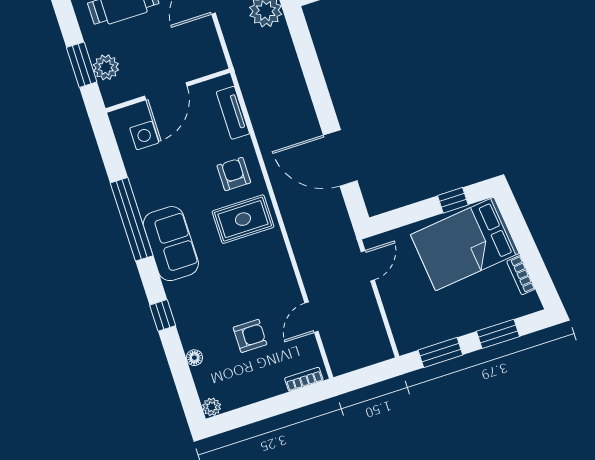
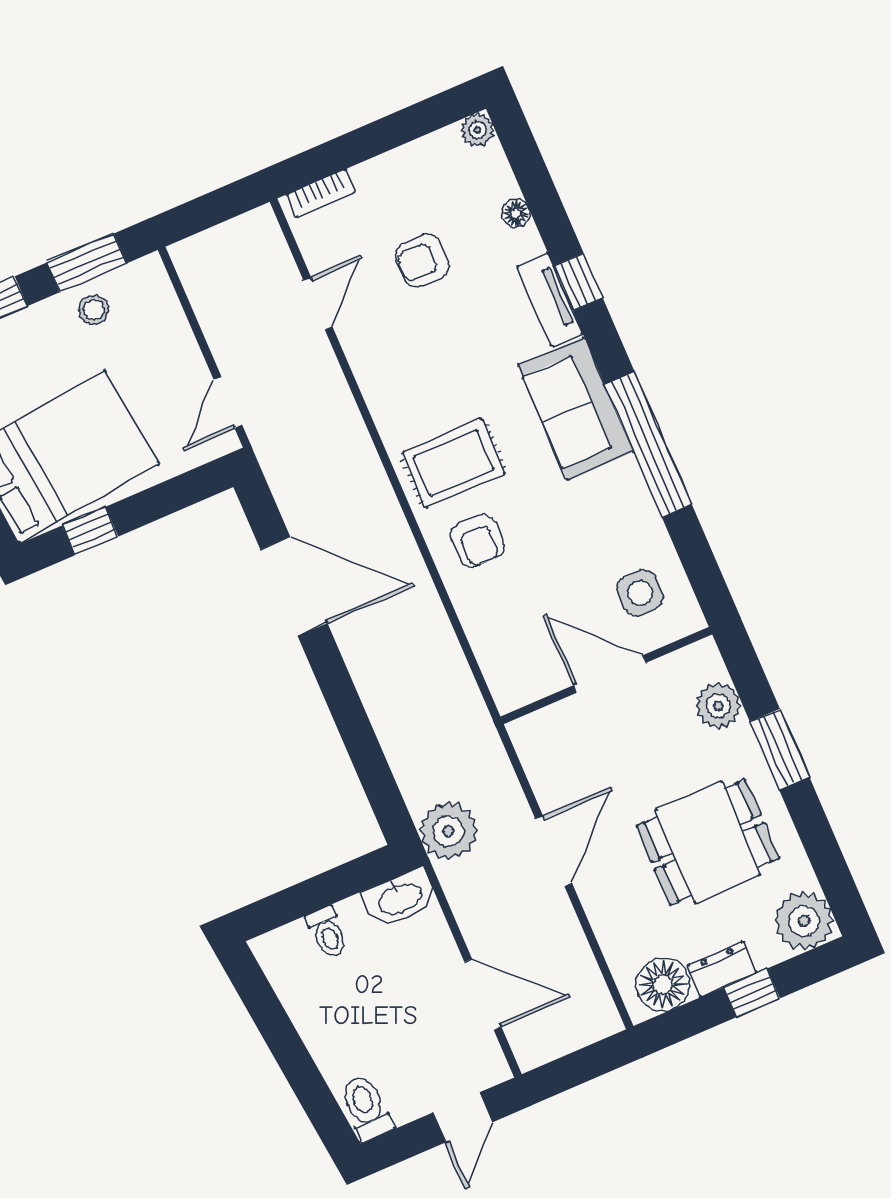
window: (82, 65) -> (779, 749), moved
door: (166, 91) -> (610, 674), hinge flipped
tv unit: (233, 113) -> (550, 300), moved, turned 180
stool: (439, 326) -> (94, 310), added

